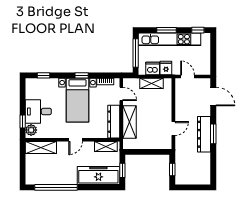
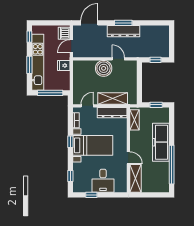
dishwasher: (153, 69) -> (64, 33), moved
shelving: (151, 83) -> (78, 79), removed
boiler: (163, 112) -> (104, 68), added
window: (23, 122) -> (91, 195), moved
plant: (31, 130) -> (120, 187), removed
door: (76, 140) -> (128, 158), moved
freezer: (98, 175) -> (161, 142), moved

